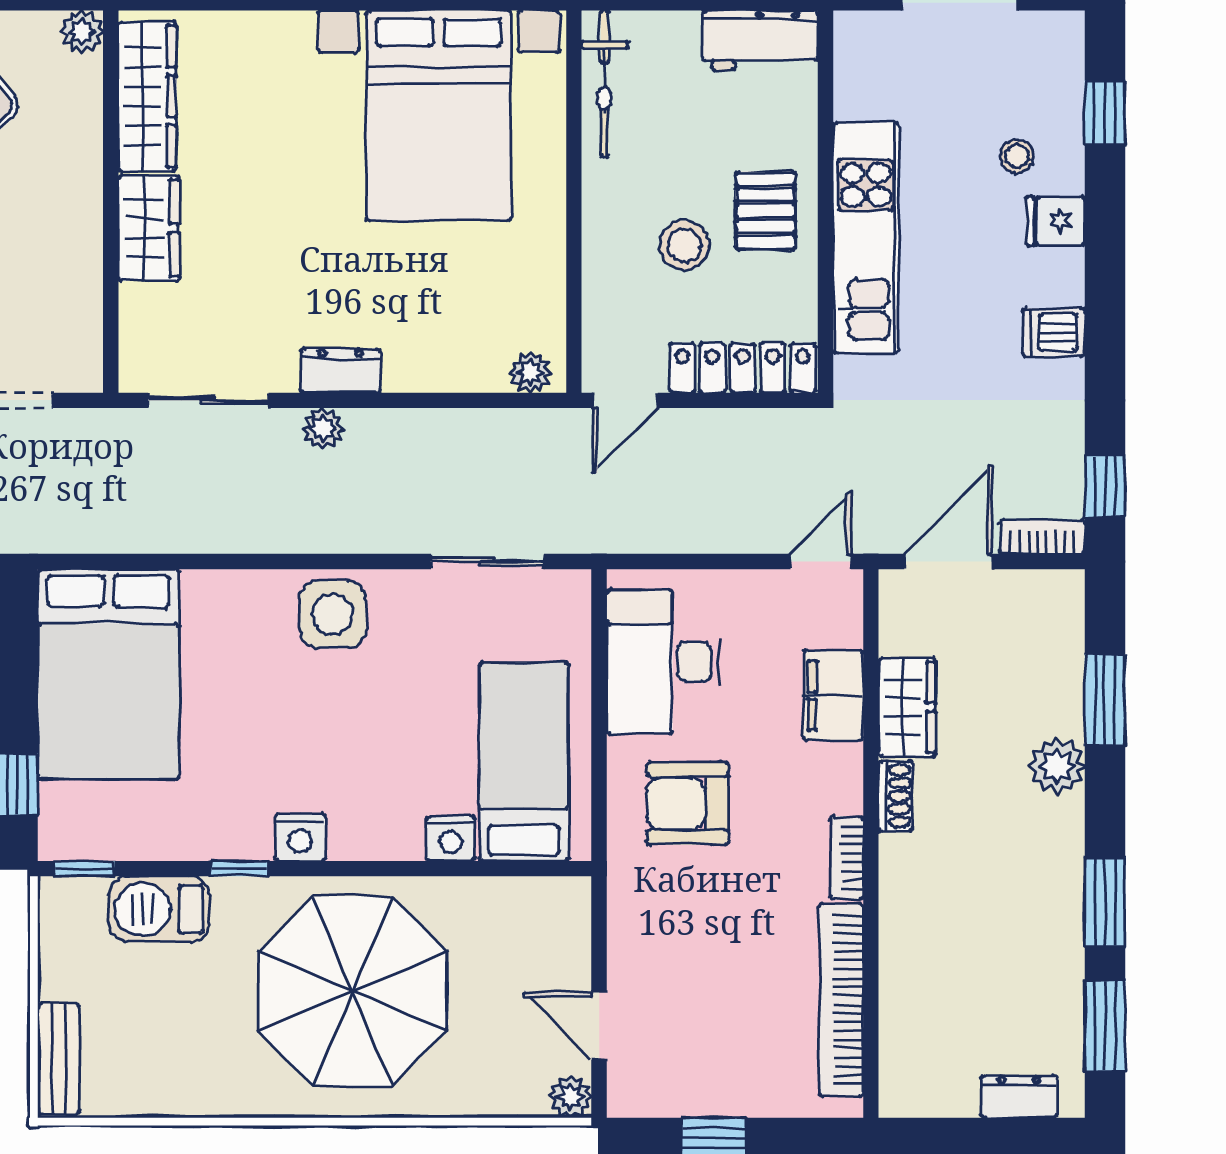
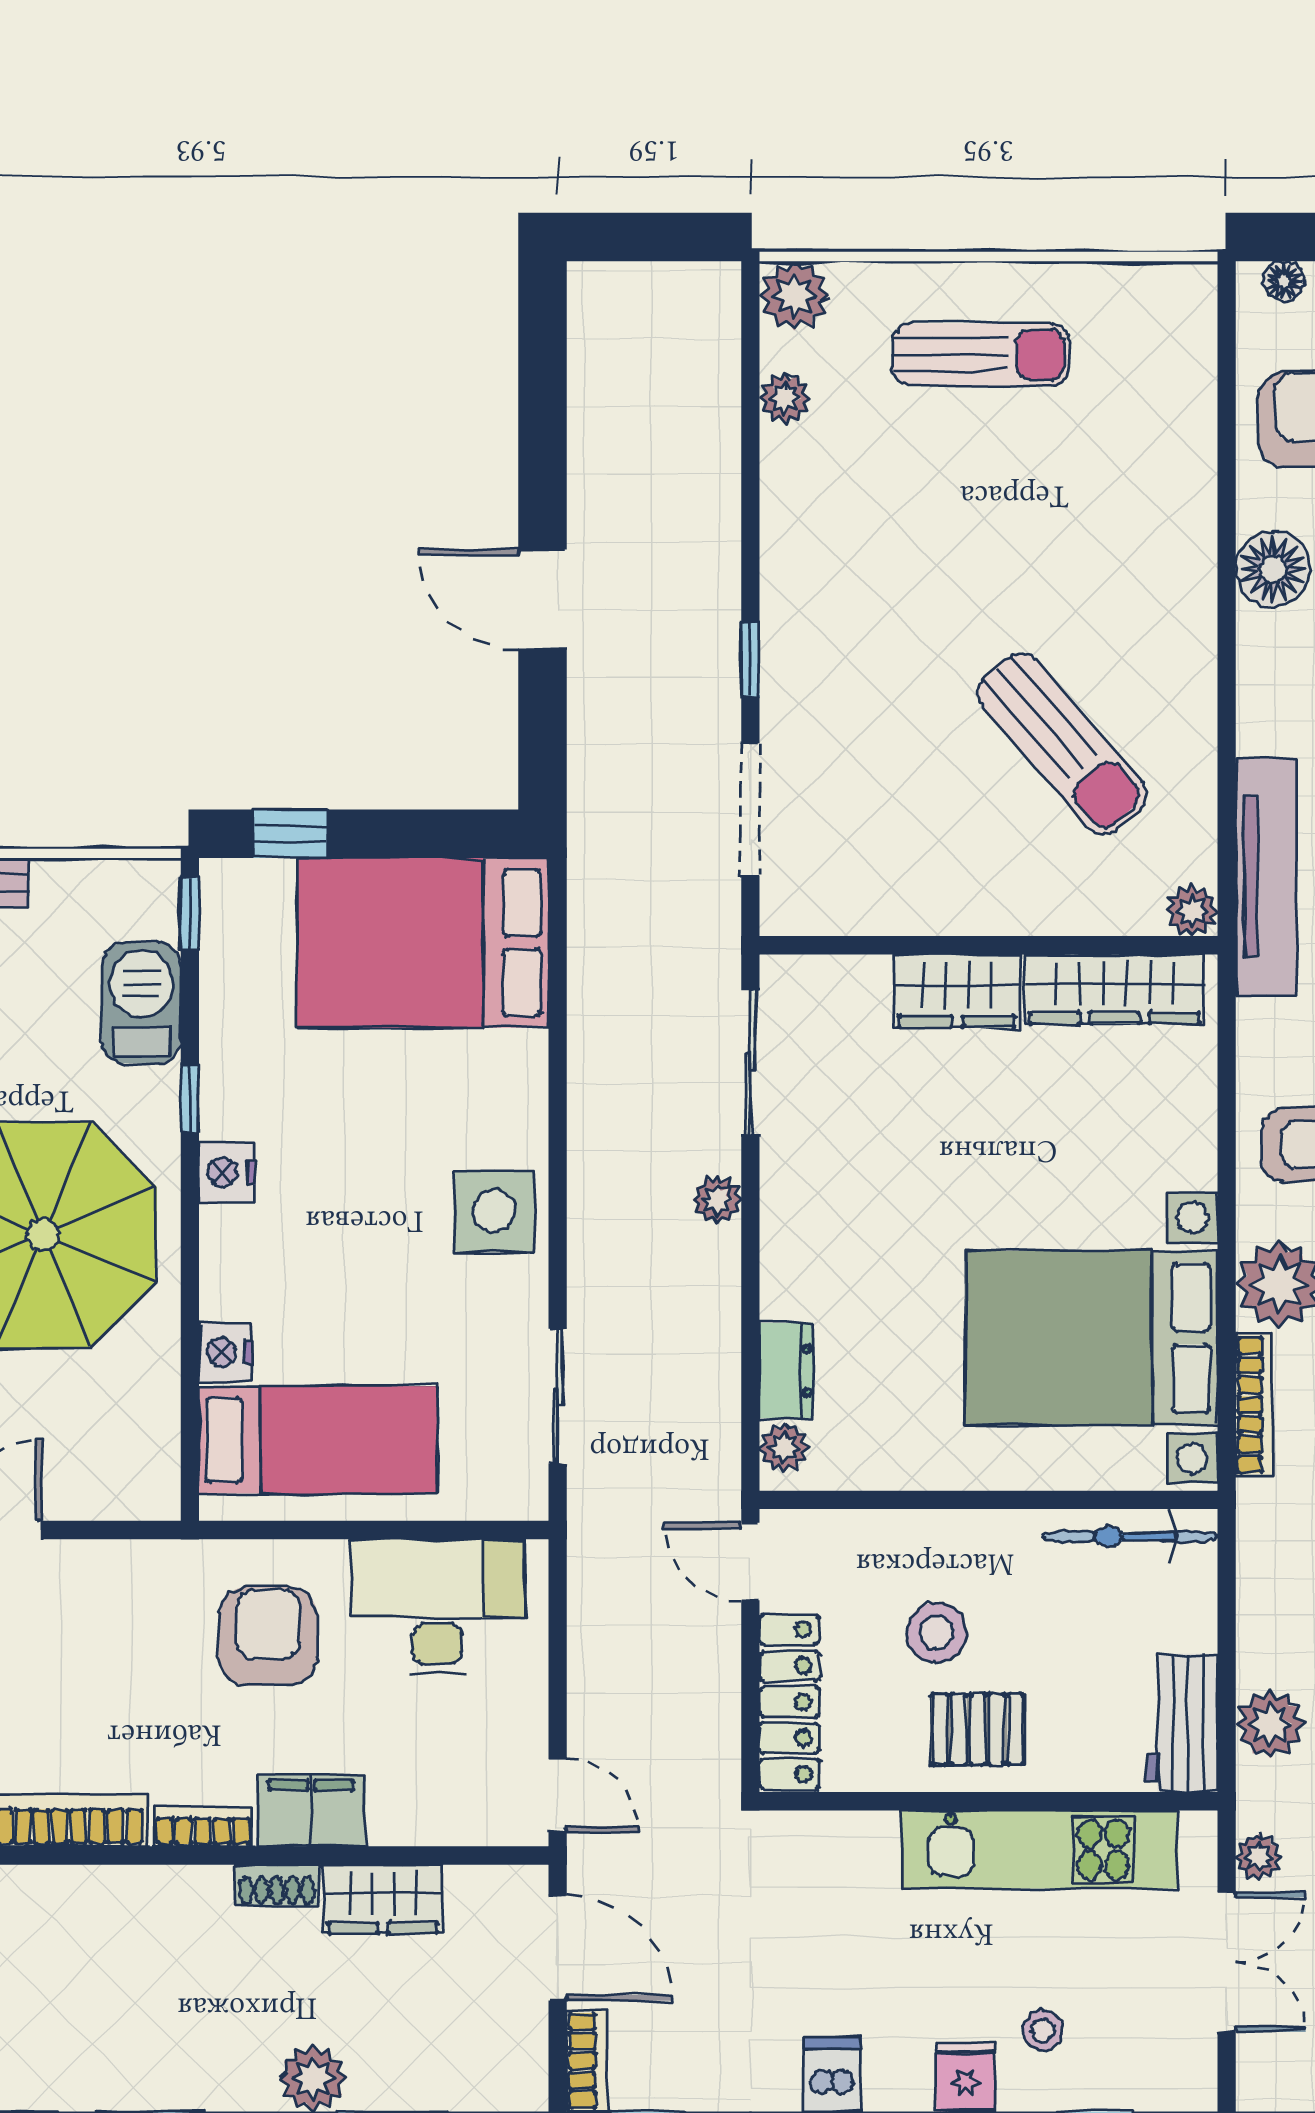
kitchen unit: (866, 238) -> (1039, 1849), moved
dresser: (340, 370) -> (786, 1371), moved
filing cabinet: (833, 696) -> (311, 1810), moved

